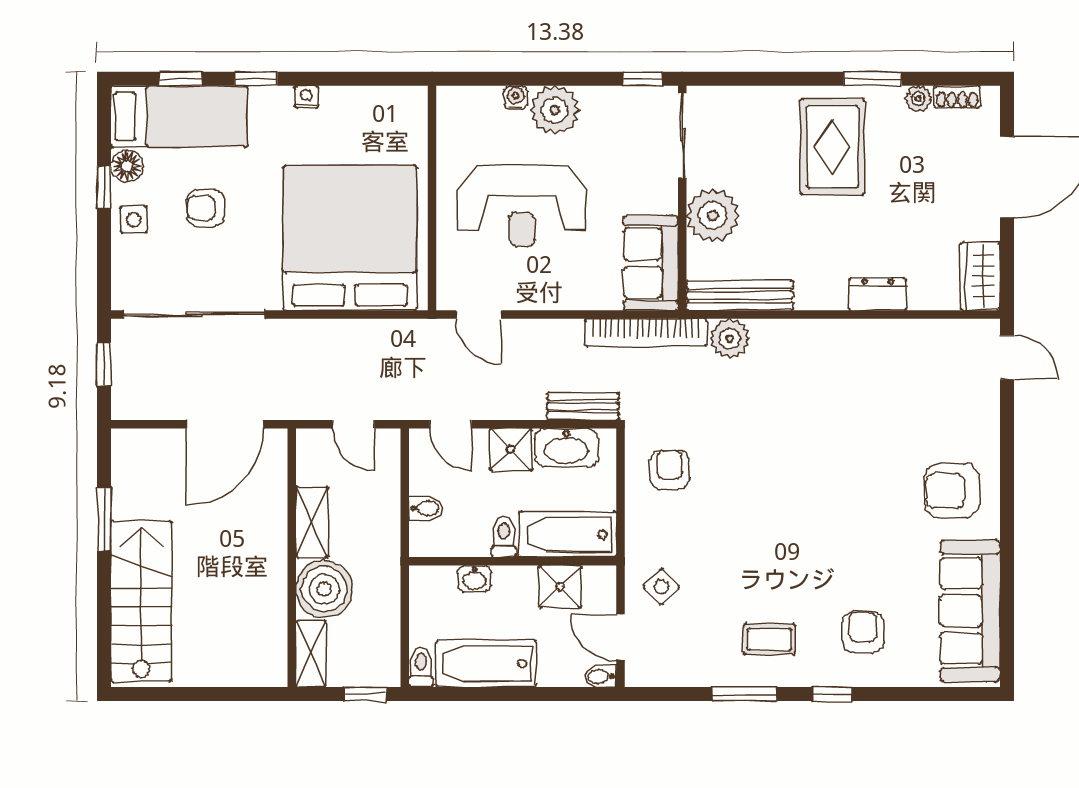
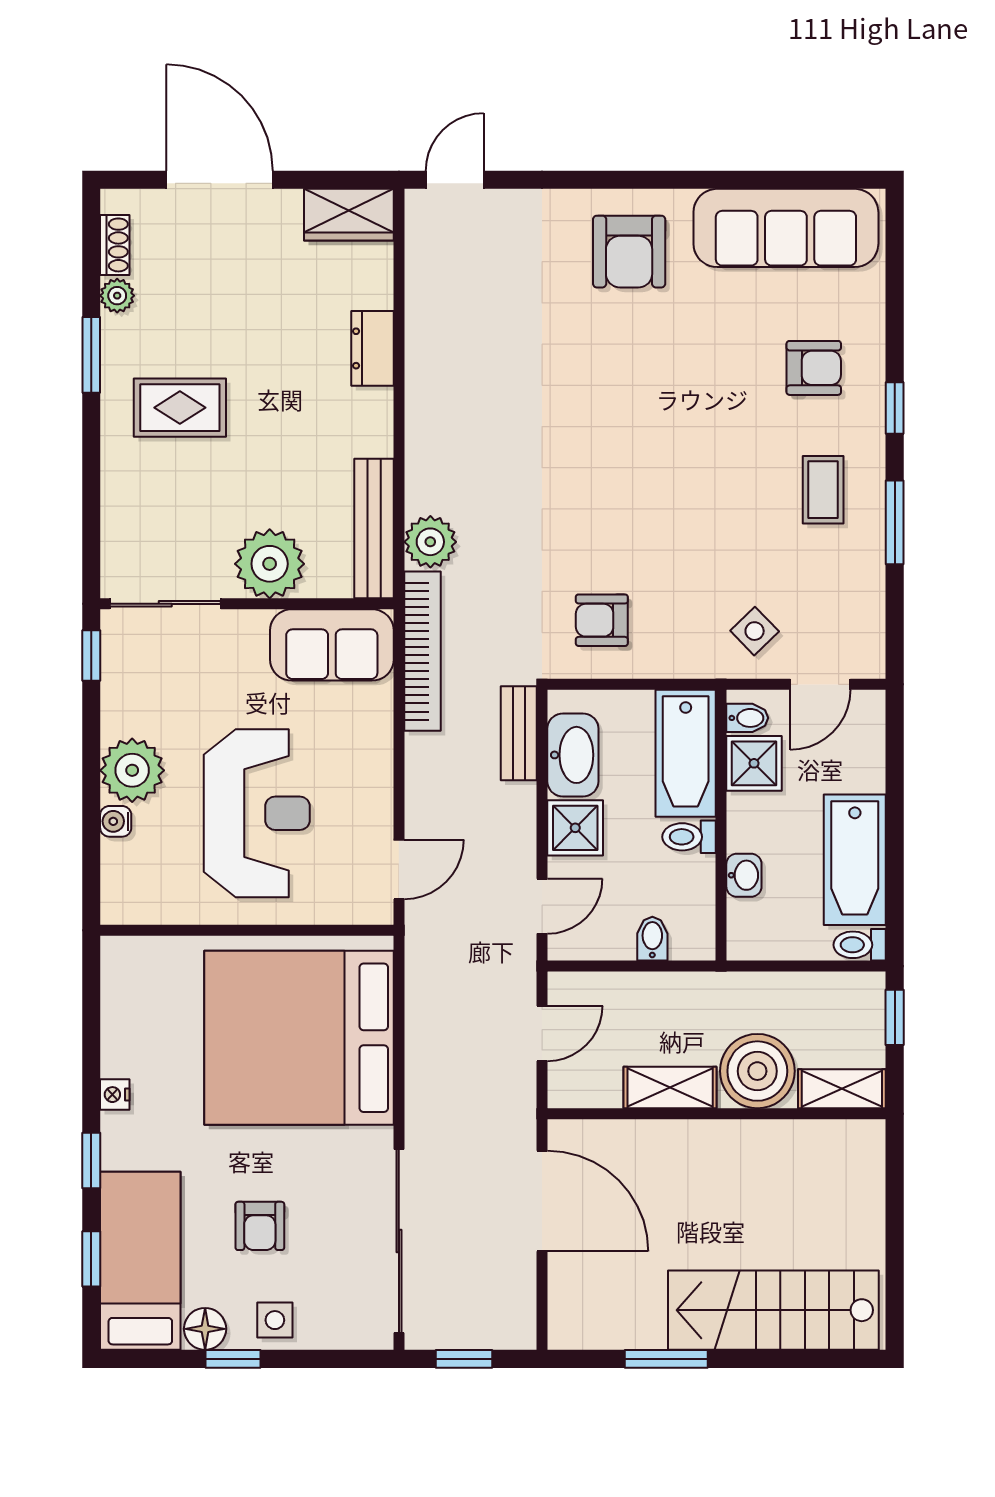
rug: (832, 147) -> (180, 408), width x0.73, depth x0.70
armchair: (863, 632) -> (814, 368), turned 180
bidet: (600, 676) -> (747, 718), moved, turned -90

